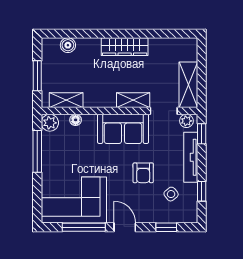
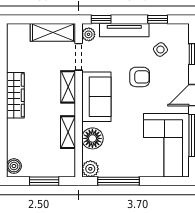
boiler: (68, 45) -> (14, 166), moved
shelving: (66, 100) -> (68, 132), moved
floor lamp: (76, 120) -> (92, 138), width x1.89, depth x1.89

